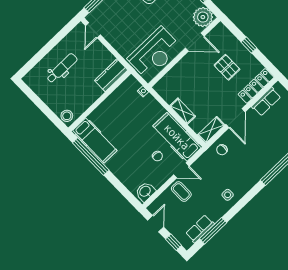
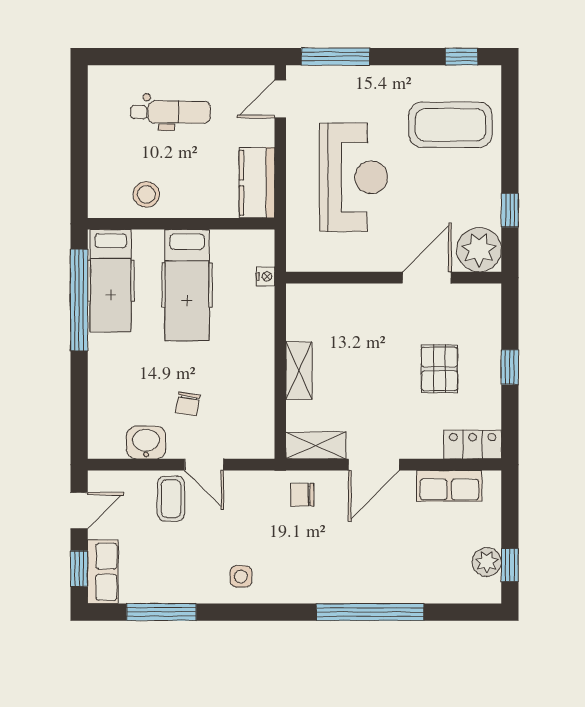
door: (195, 42) -> (427, 278), swing flipped
reception desk: (154, 53) -> (354, 177), moved, turned -90
kitchen counter: (111, 75) -> (257, 183), moved, turned -90
locker: (256, 86) -> (473, 444), width x0.66
stool: (67, 116) -> (146, 194), moved
hospital bed: (177, 137) -> (187, 285), moved, turned 180
washbasin: (145, 192) -> (146, 442), moved
row of seats: (200, 229) -> (103, 572), moved, turned 90

